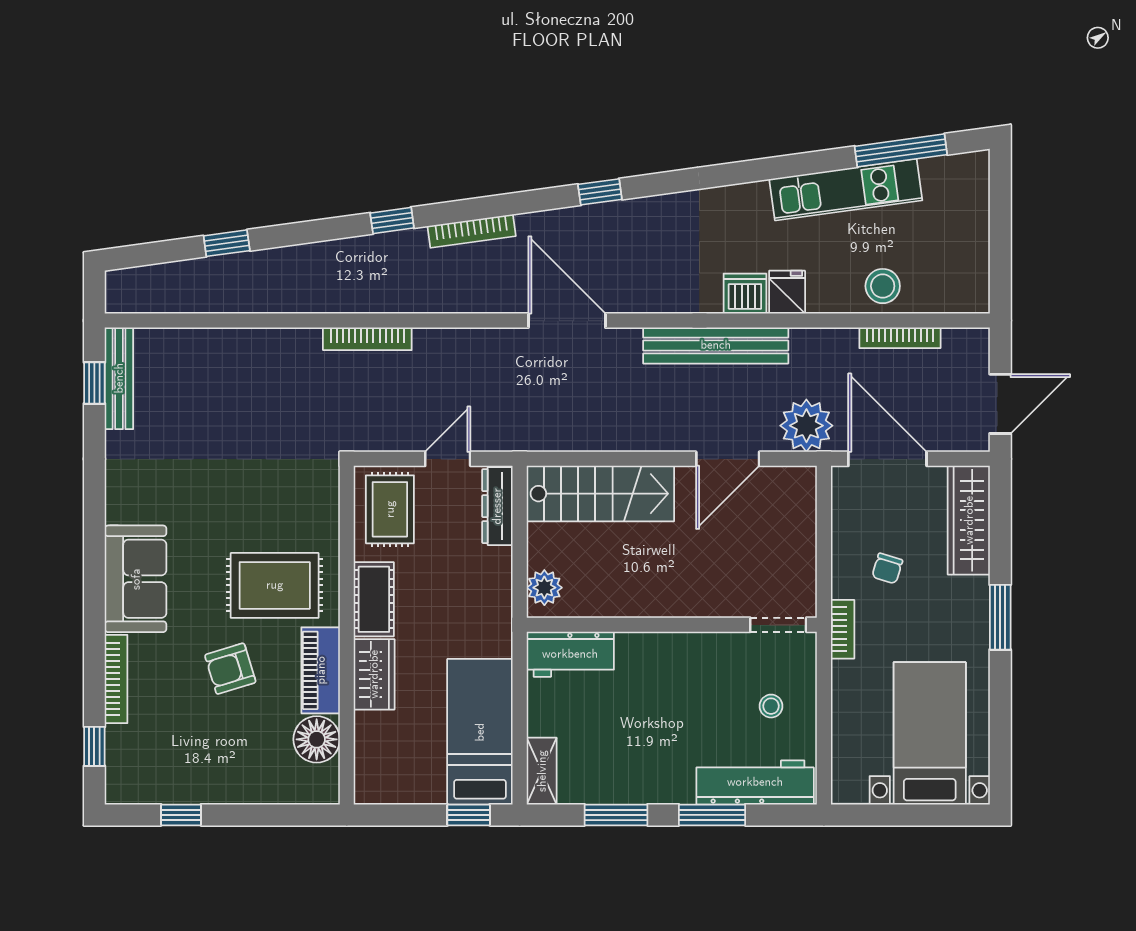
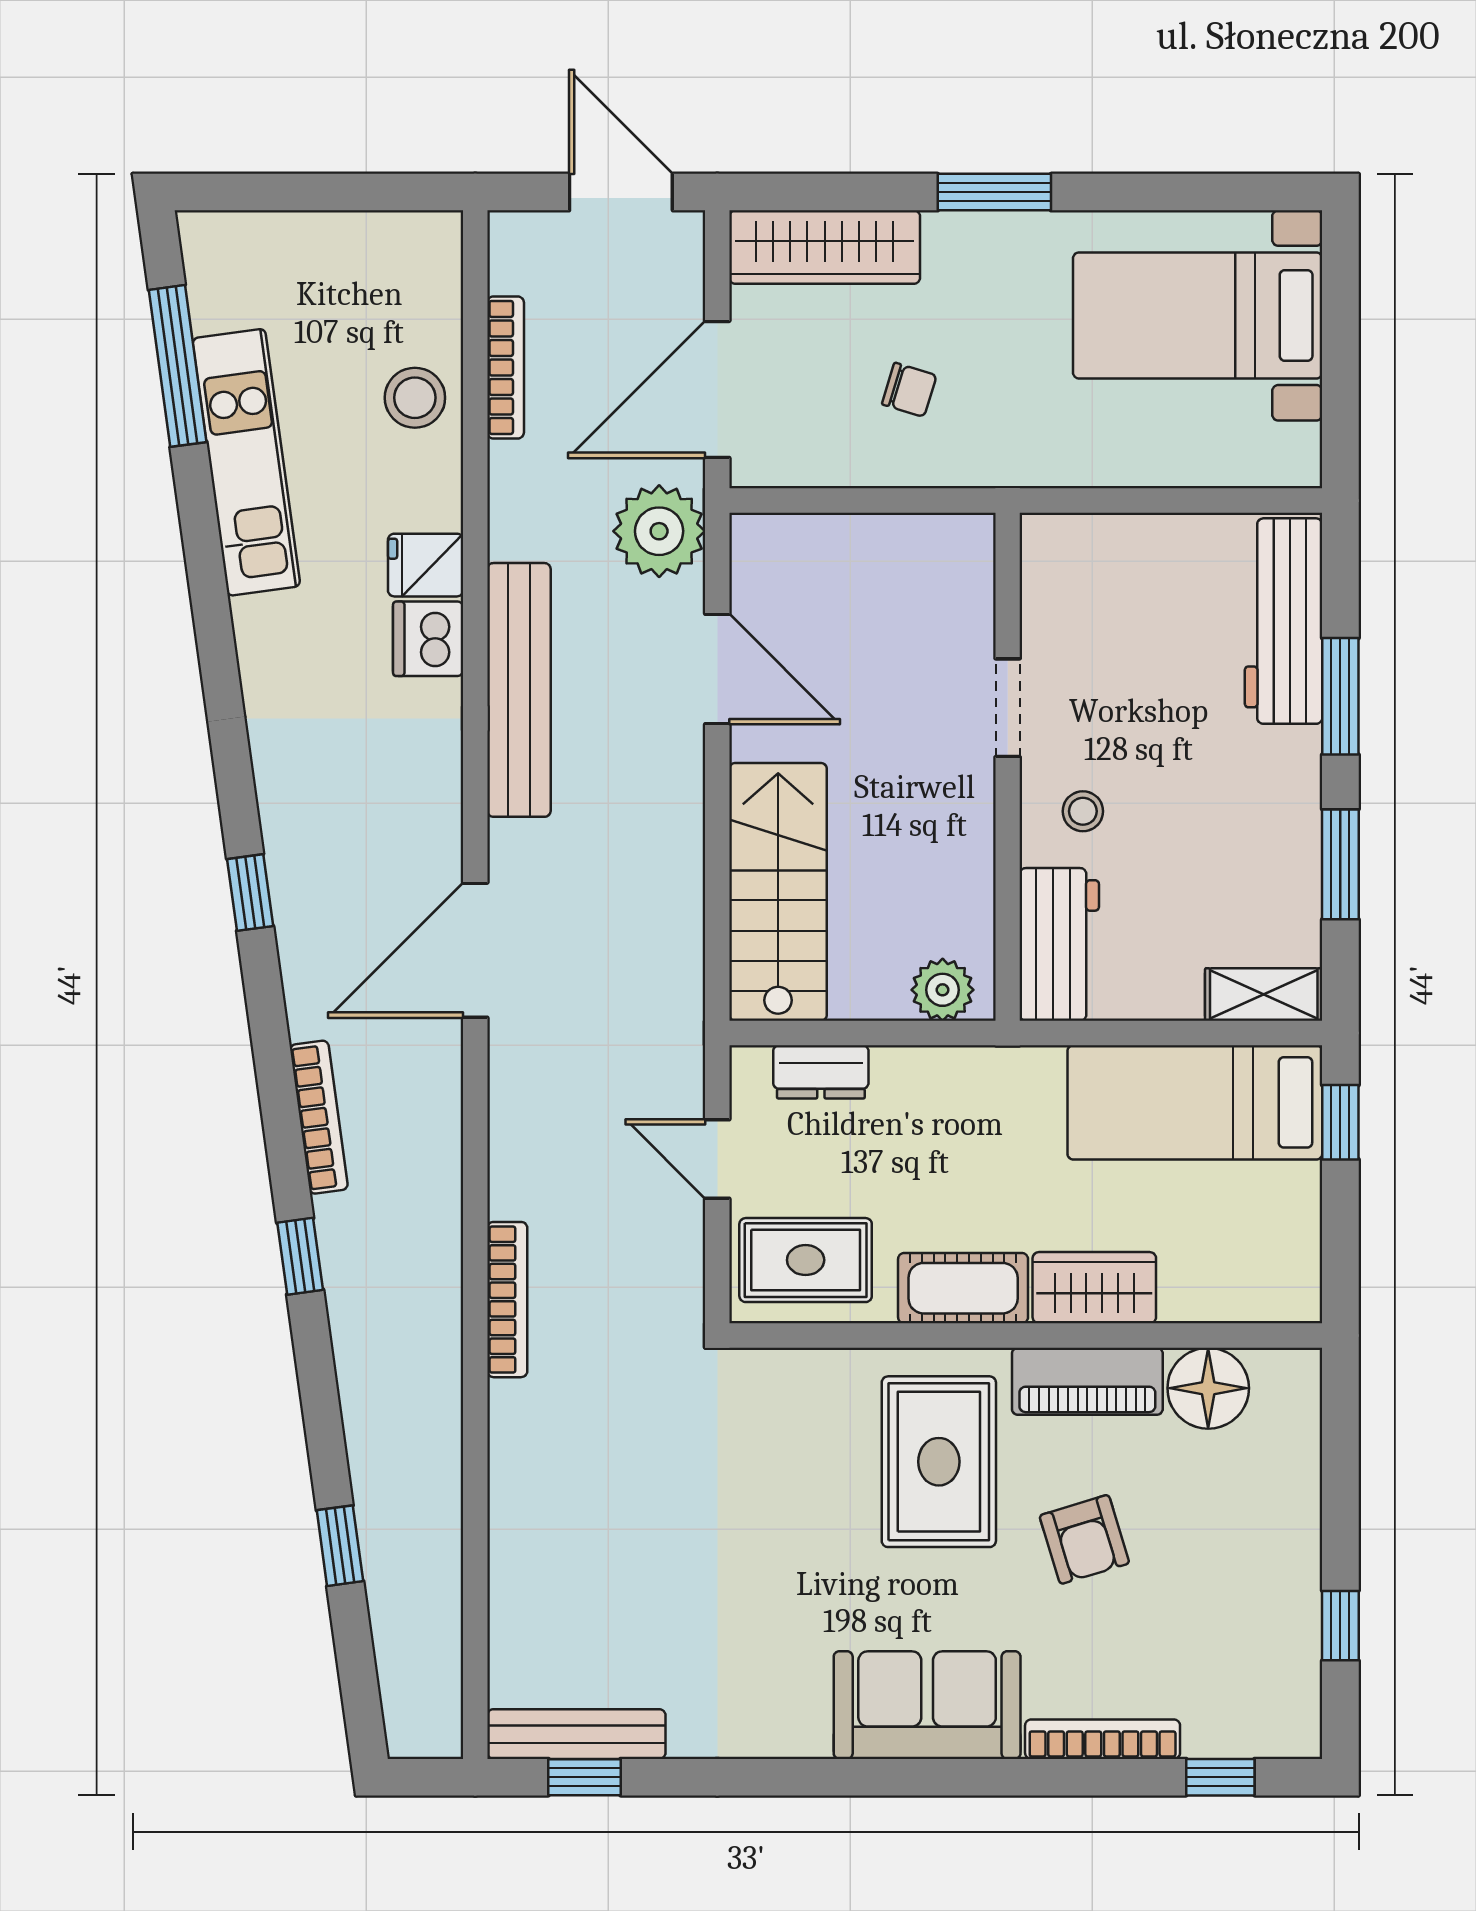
dresser: (497, 506) -> (821, 1072), width x0.70
doorway: (778, 625) -> (1008, 708), moved
bookcase: (843, 629) -> (1015, 468), removed
stool: (771, 706) -> (1083, 811), moved

